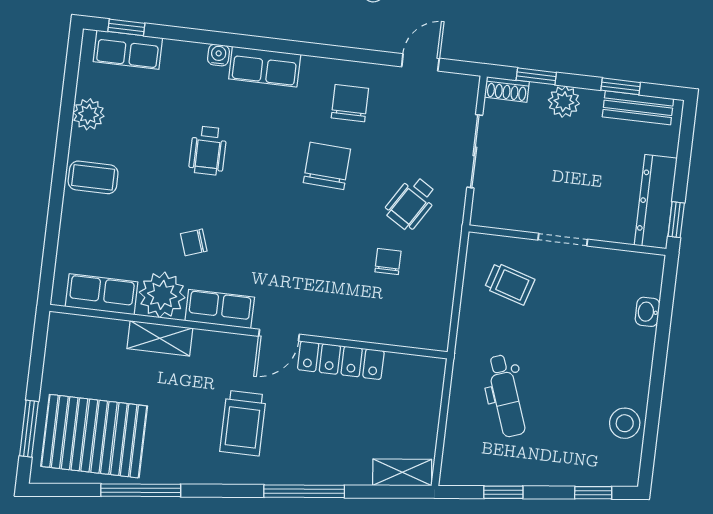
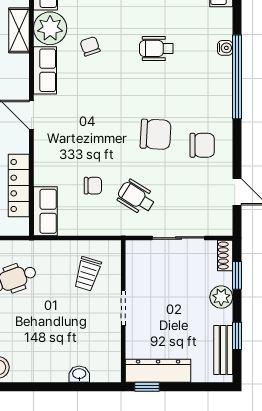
window: (261, 43) -> (237, 77), added
row of seats: (265, 67) -> (45, 211), moved, turned 180
locker: (341, 360) -> (19, 186), moved

